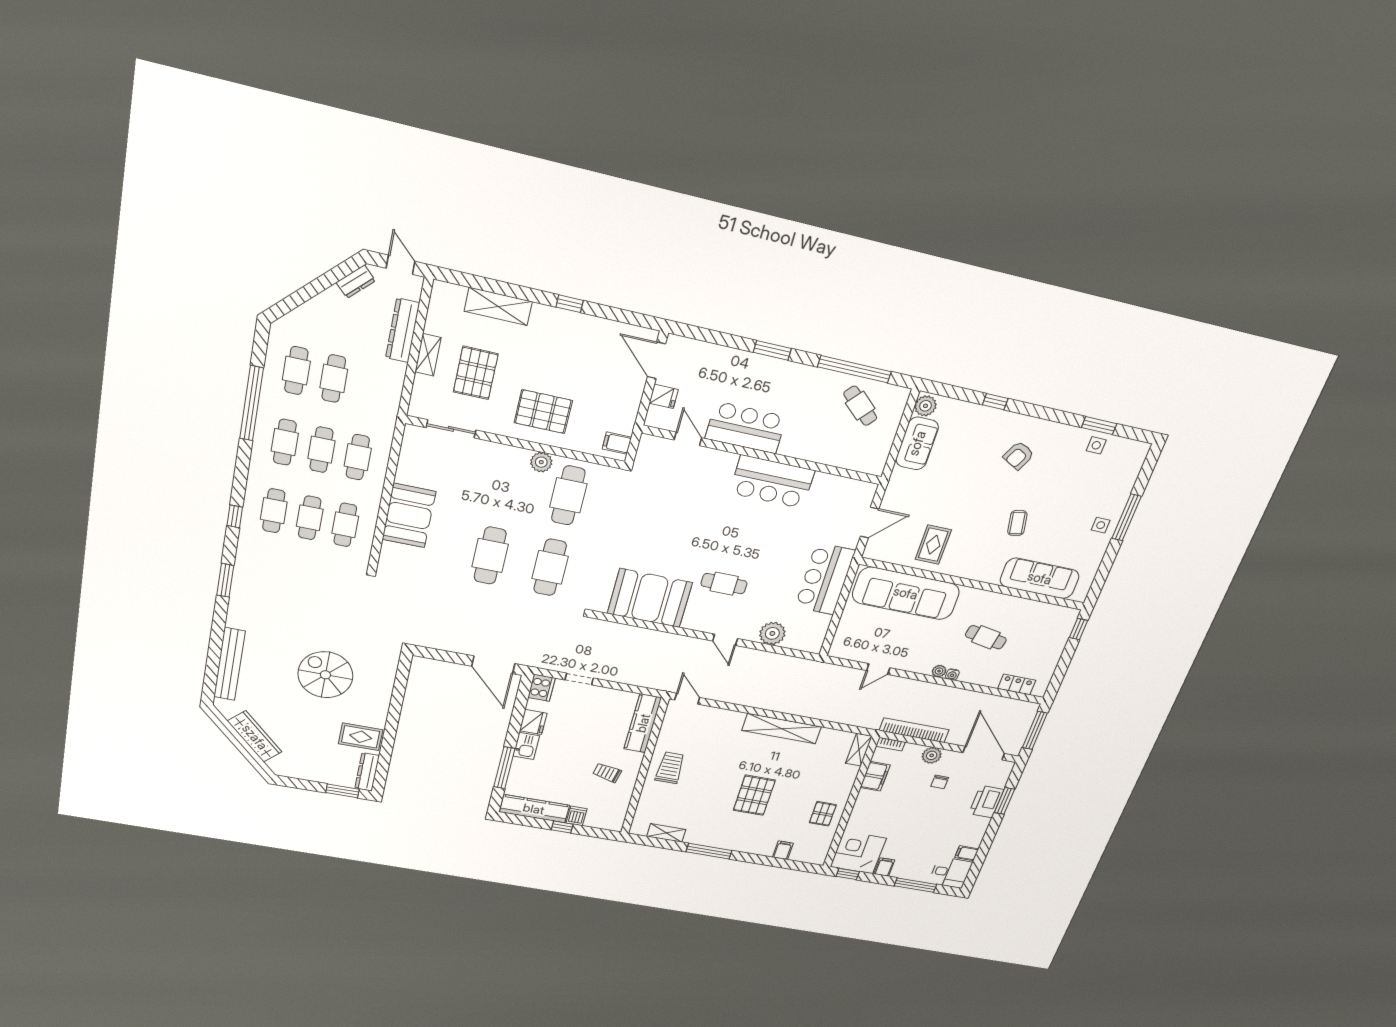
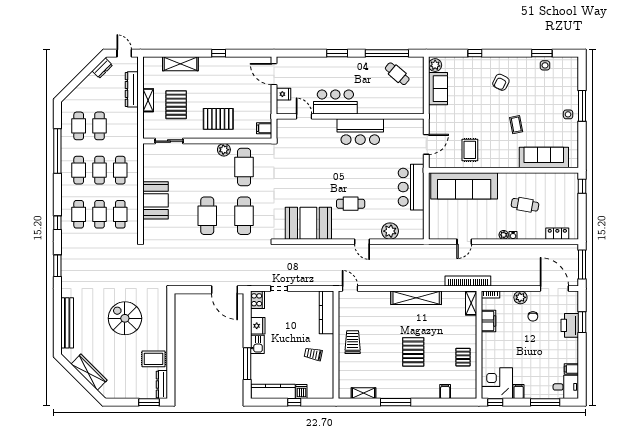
bookcase: (914, 730) -> (468, 281), moved

